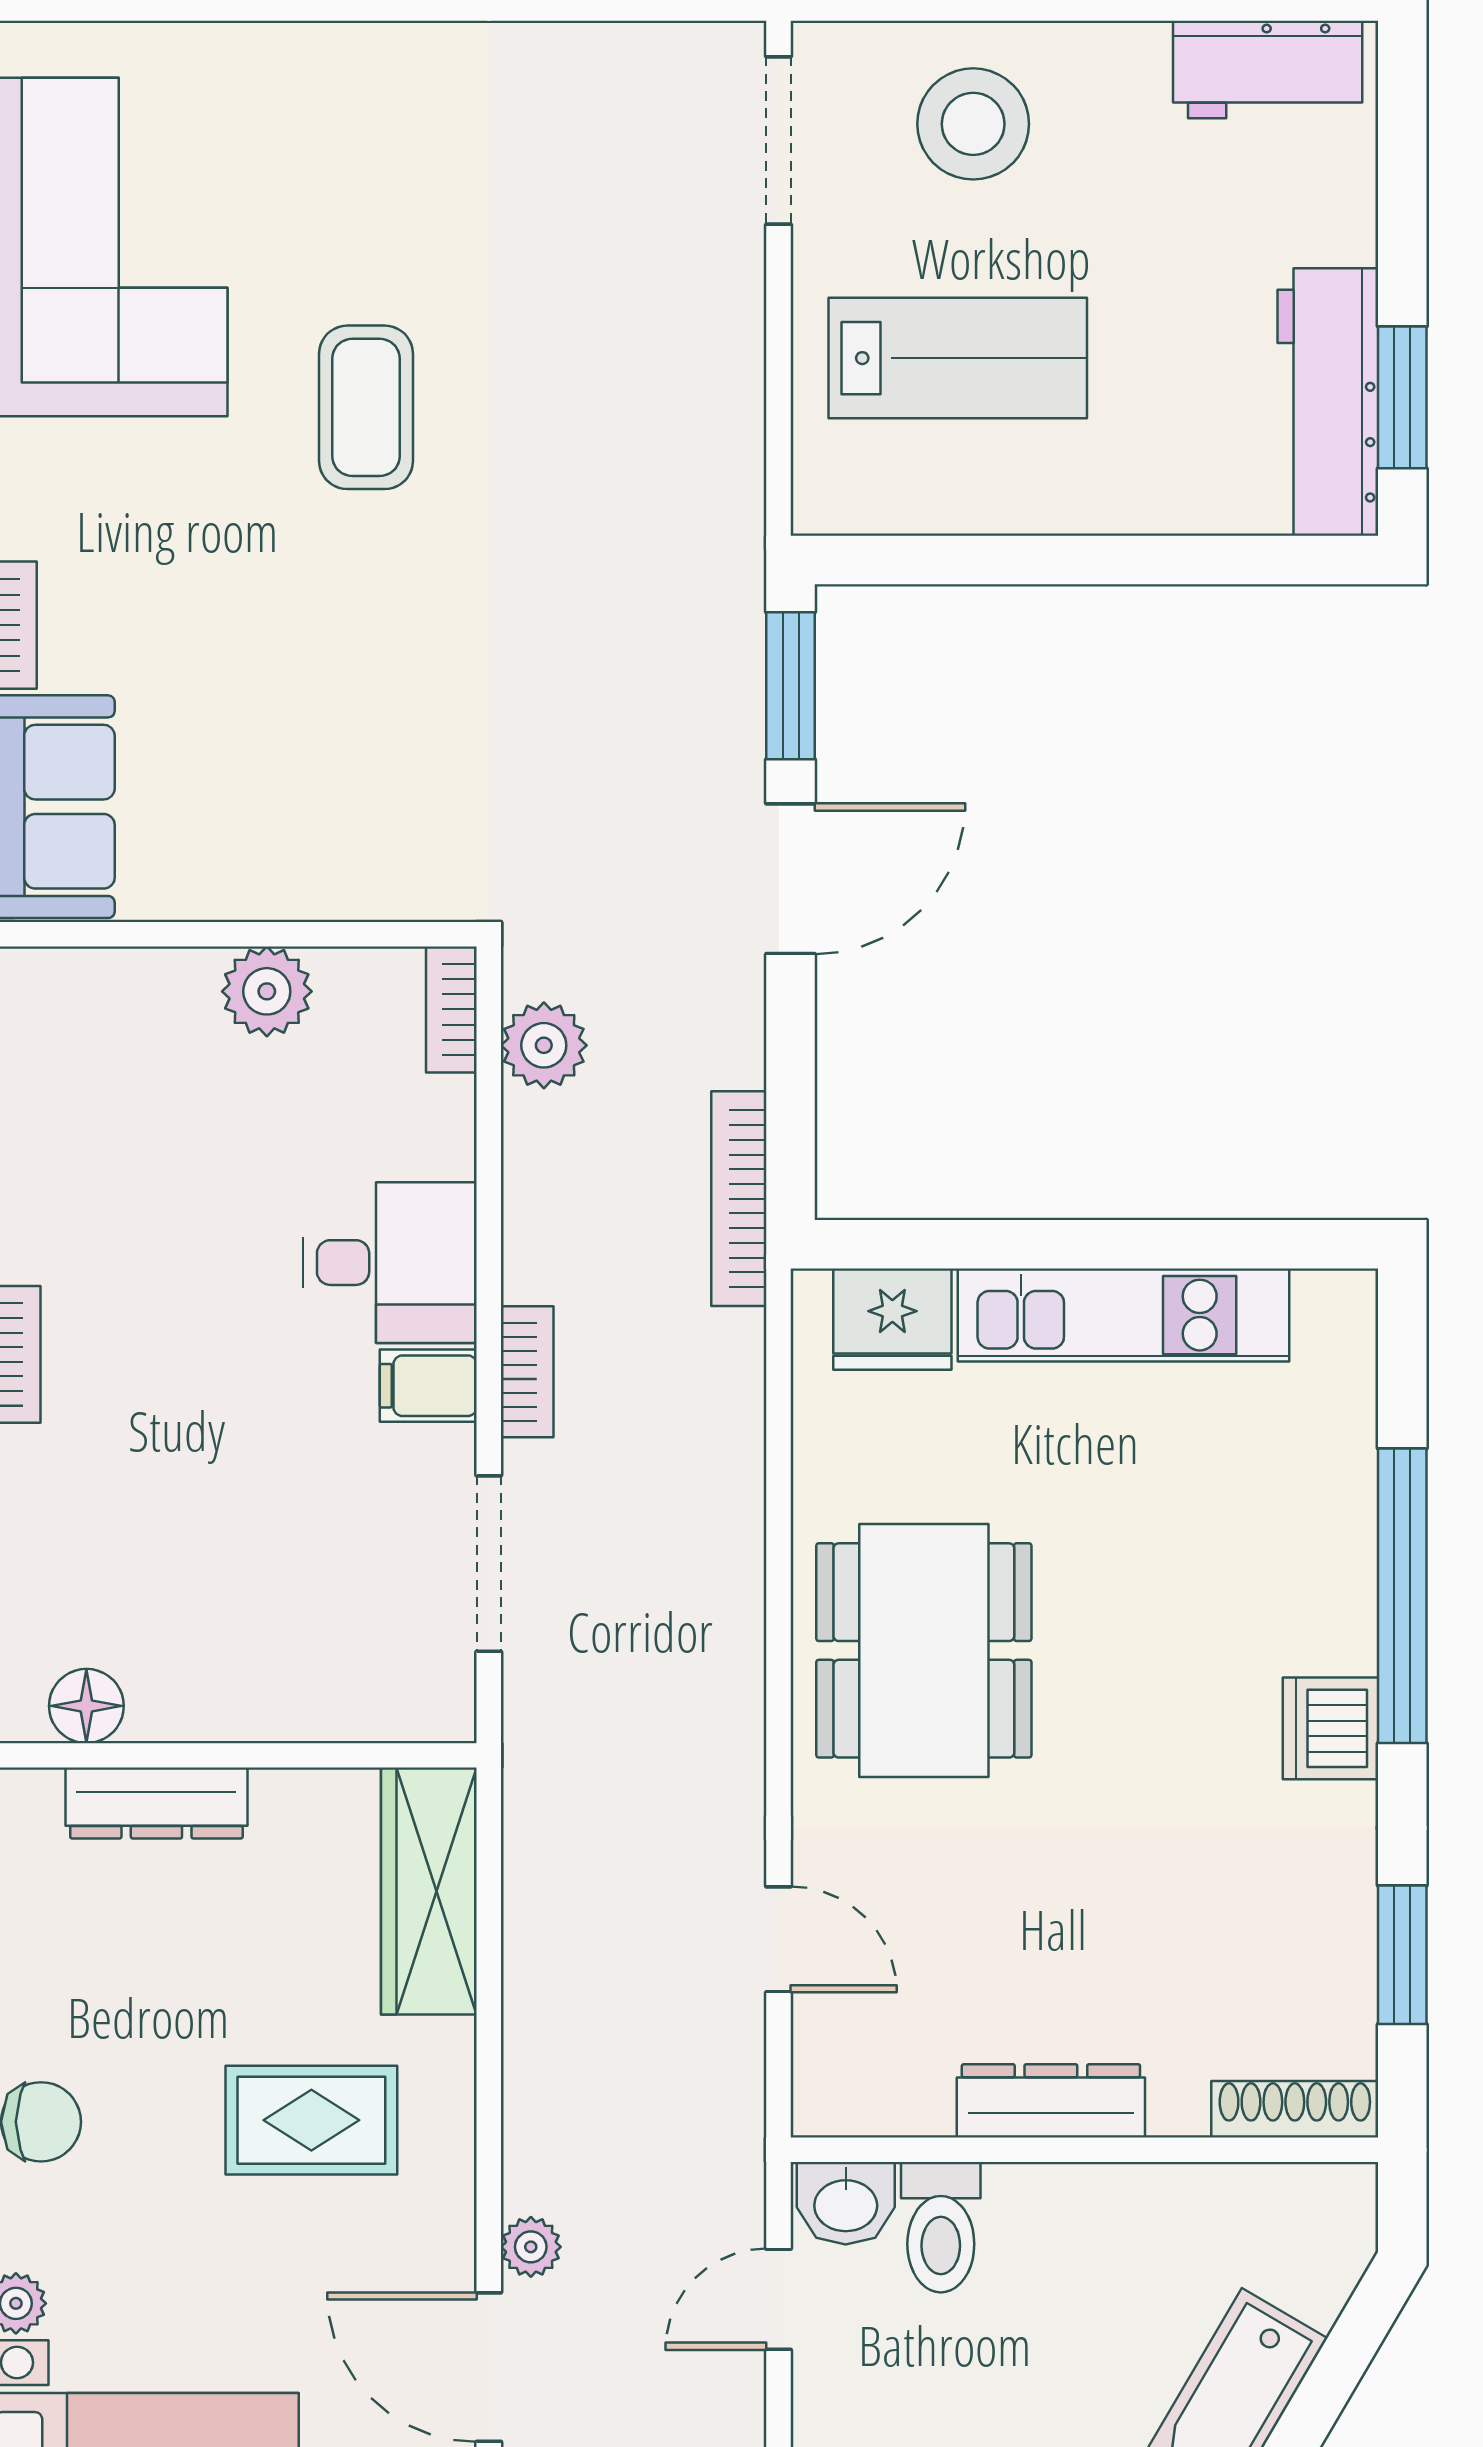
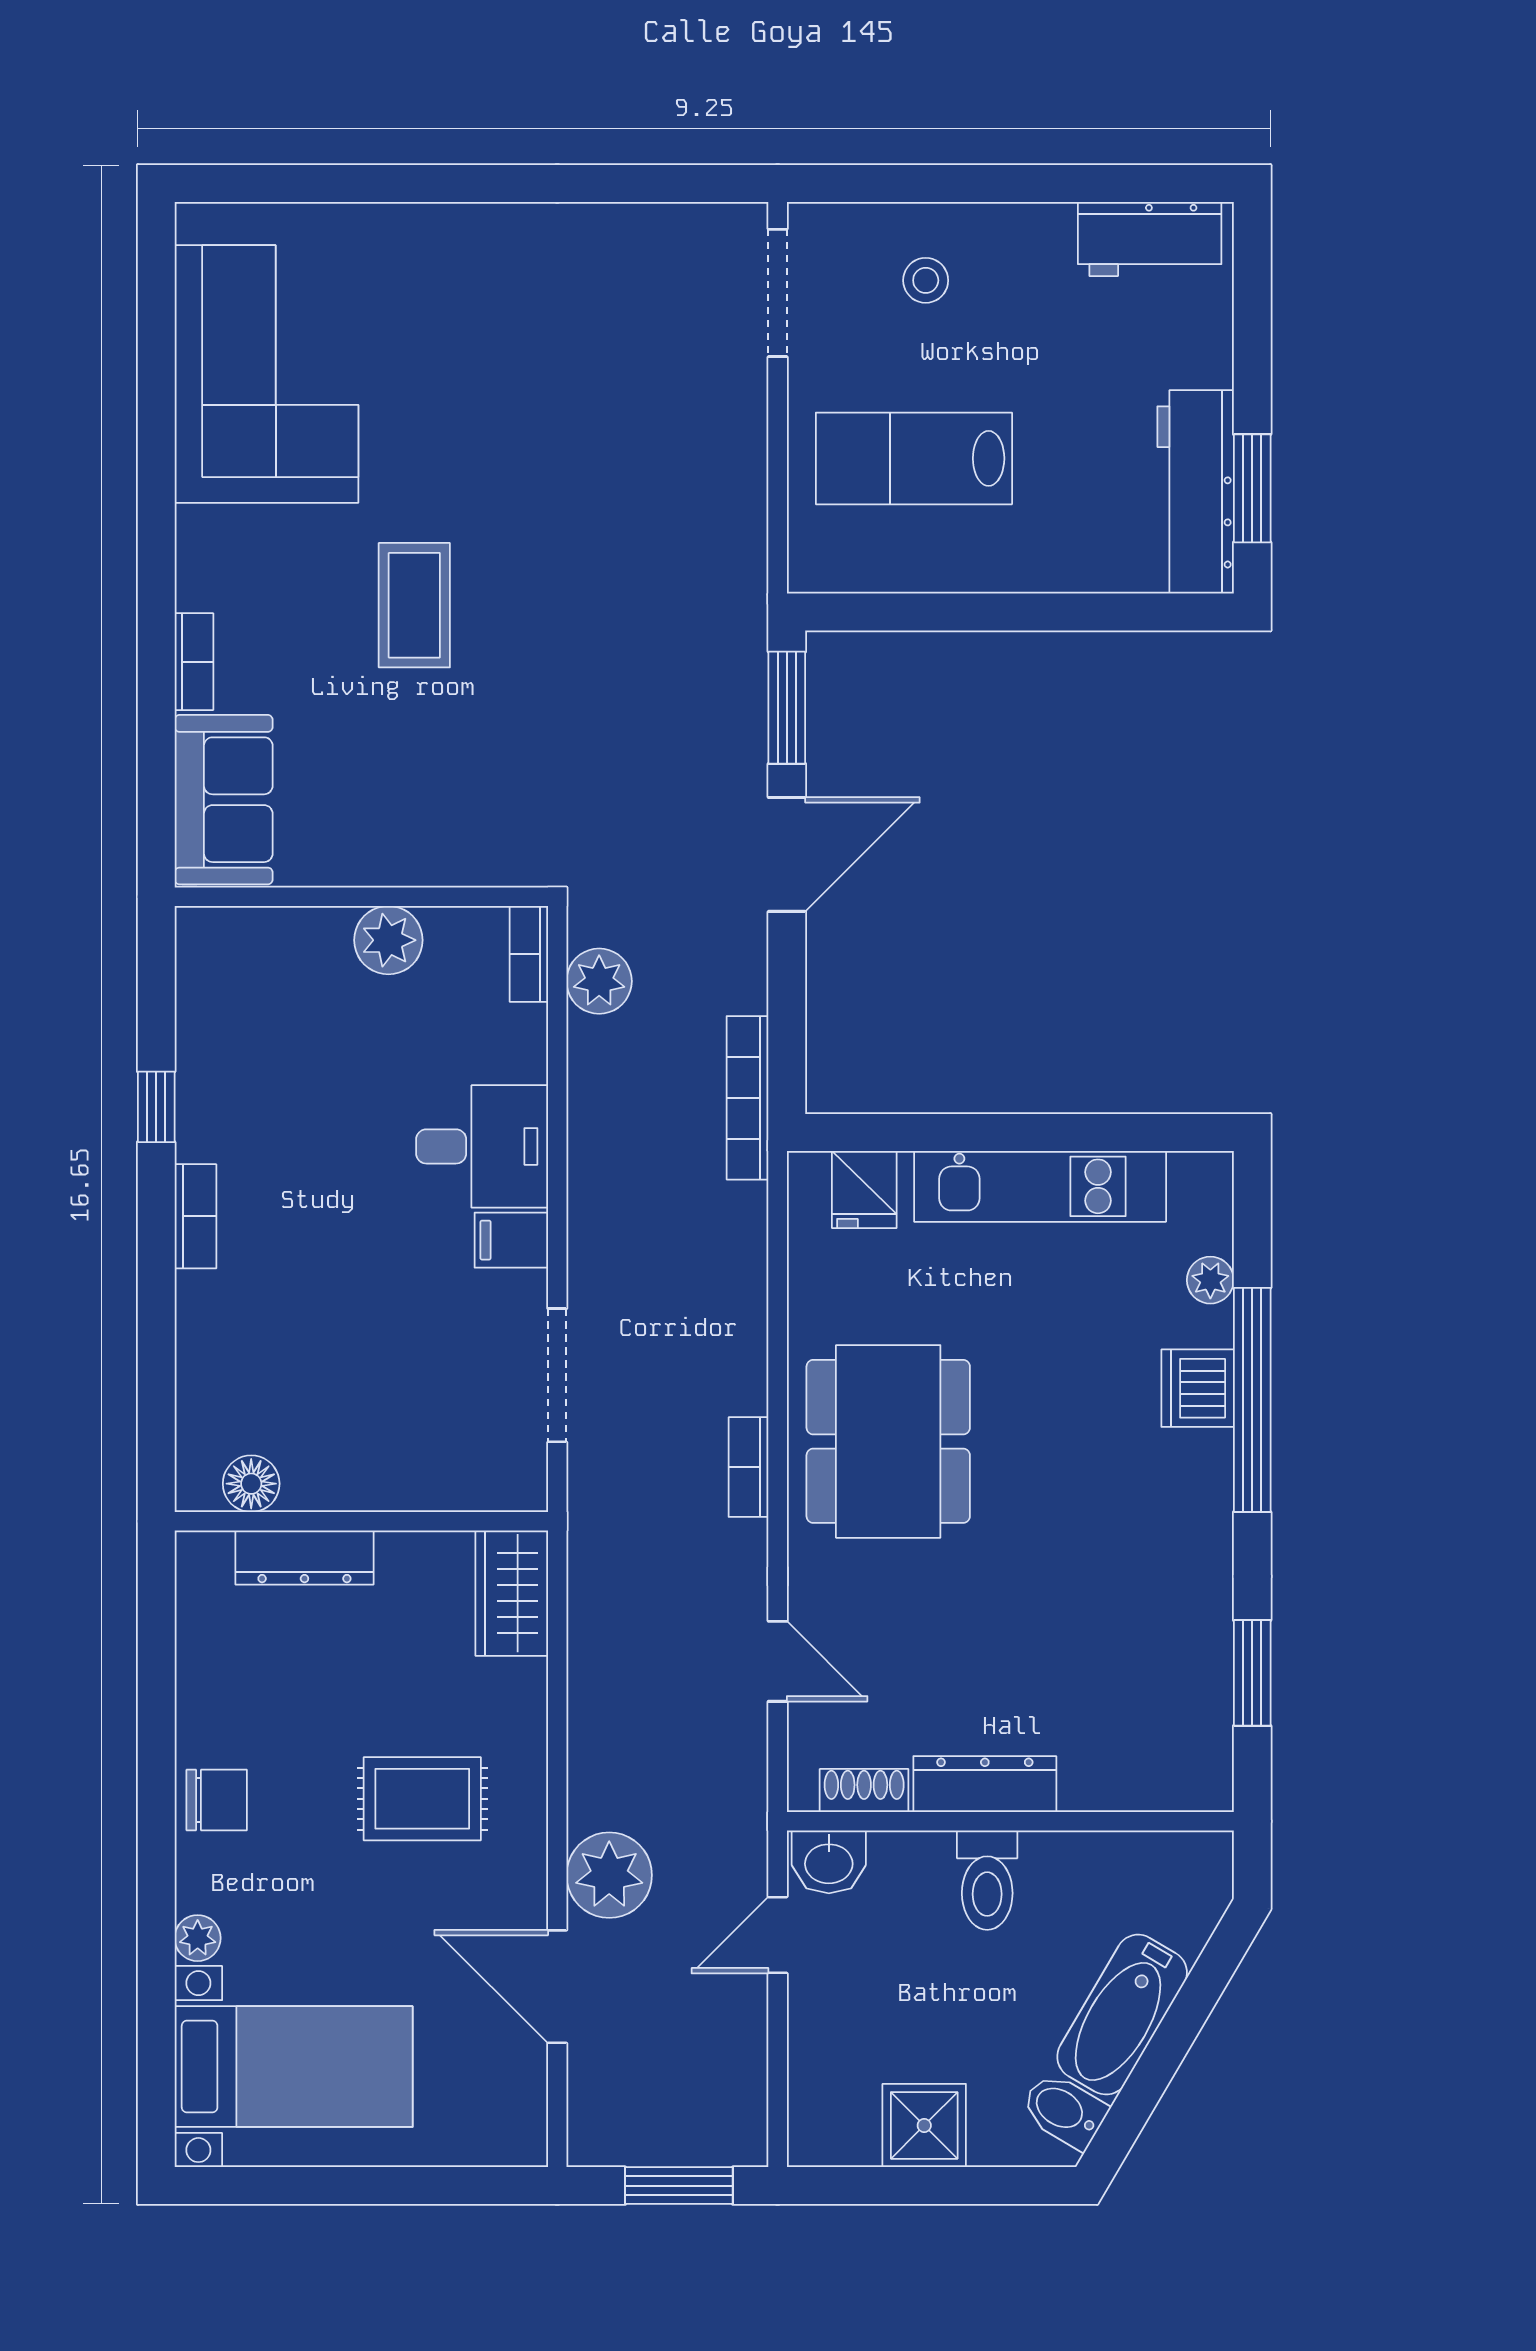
stool: (973, 124) -> (926, 280), width x0.53, depth x0.53
lab bench: (958, 358) -> (914, 458), turned 180
coffee table: (366, 407) -> (414, 605), moved
fridge: (892, 1319) -> (864, 1189), width x0.72
bookcase: (527, 1372) -> (749, 1467), moved, turned 180
plant: (1347, 1438) -> (1210, 1280), added
dishwasher: (1331, 1728) -> (1198, 1388), moved
wardrobe: (429, 1891) -> (512, 1593), width x0.67
shoe rack: (1295, 2109) -> (864, 1790), moved, width x0.70
toilet: (941, 2227) -> (987, 1880), moved
plant: (531, 2247) -> (609, 1875), width x1.88, depth x1.88

